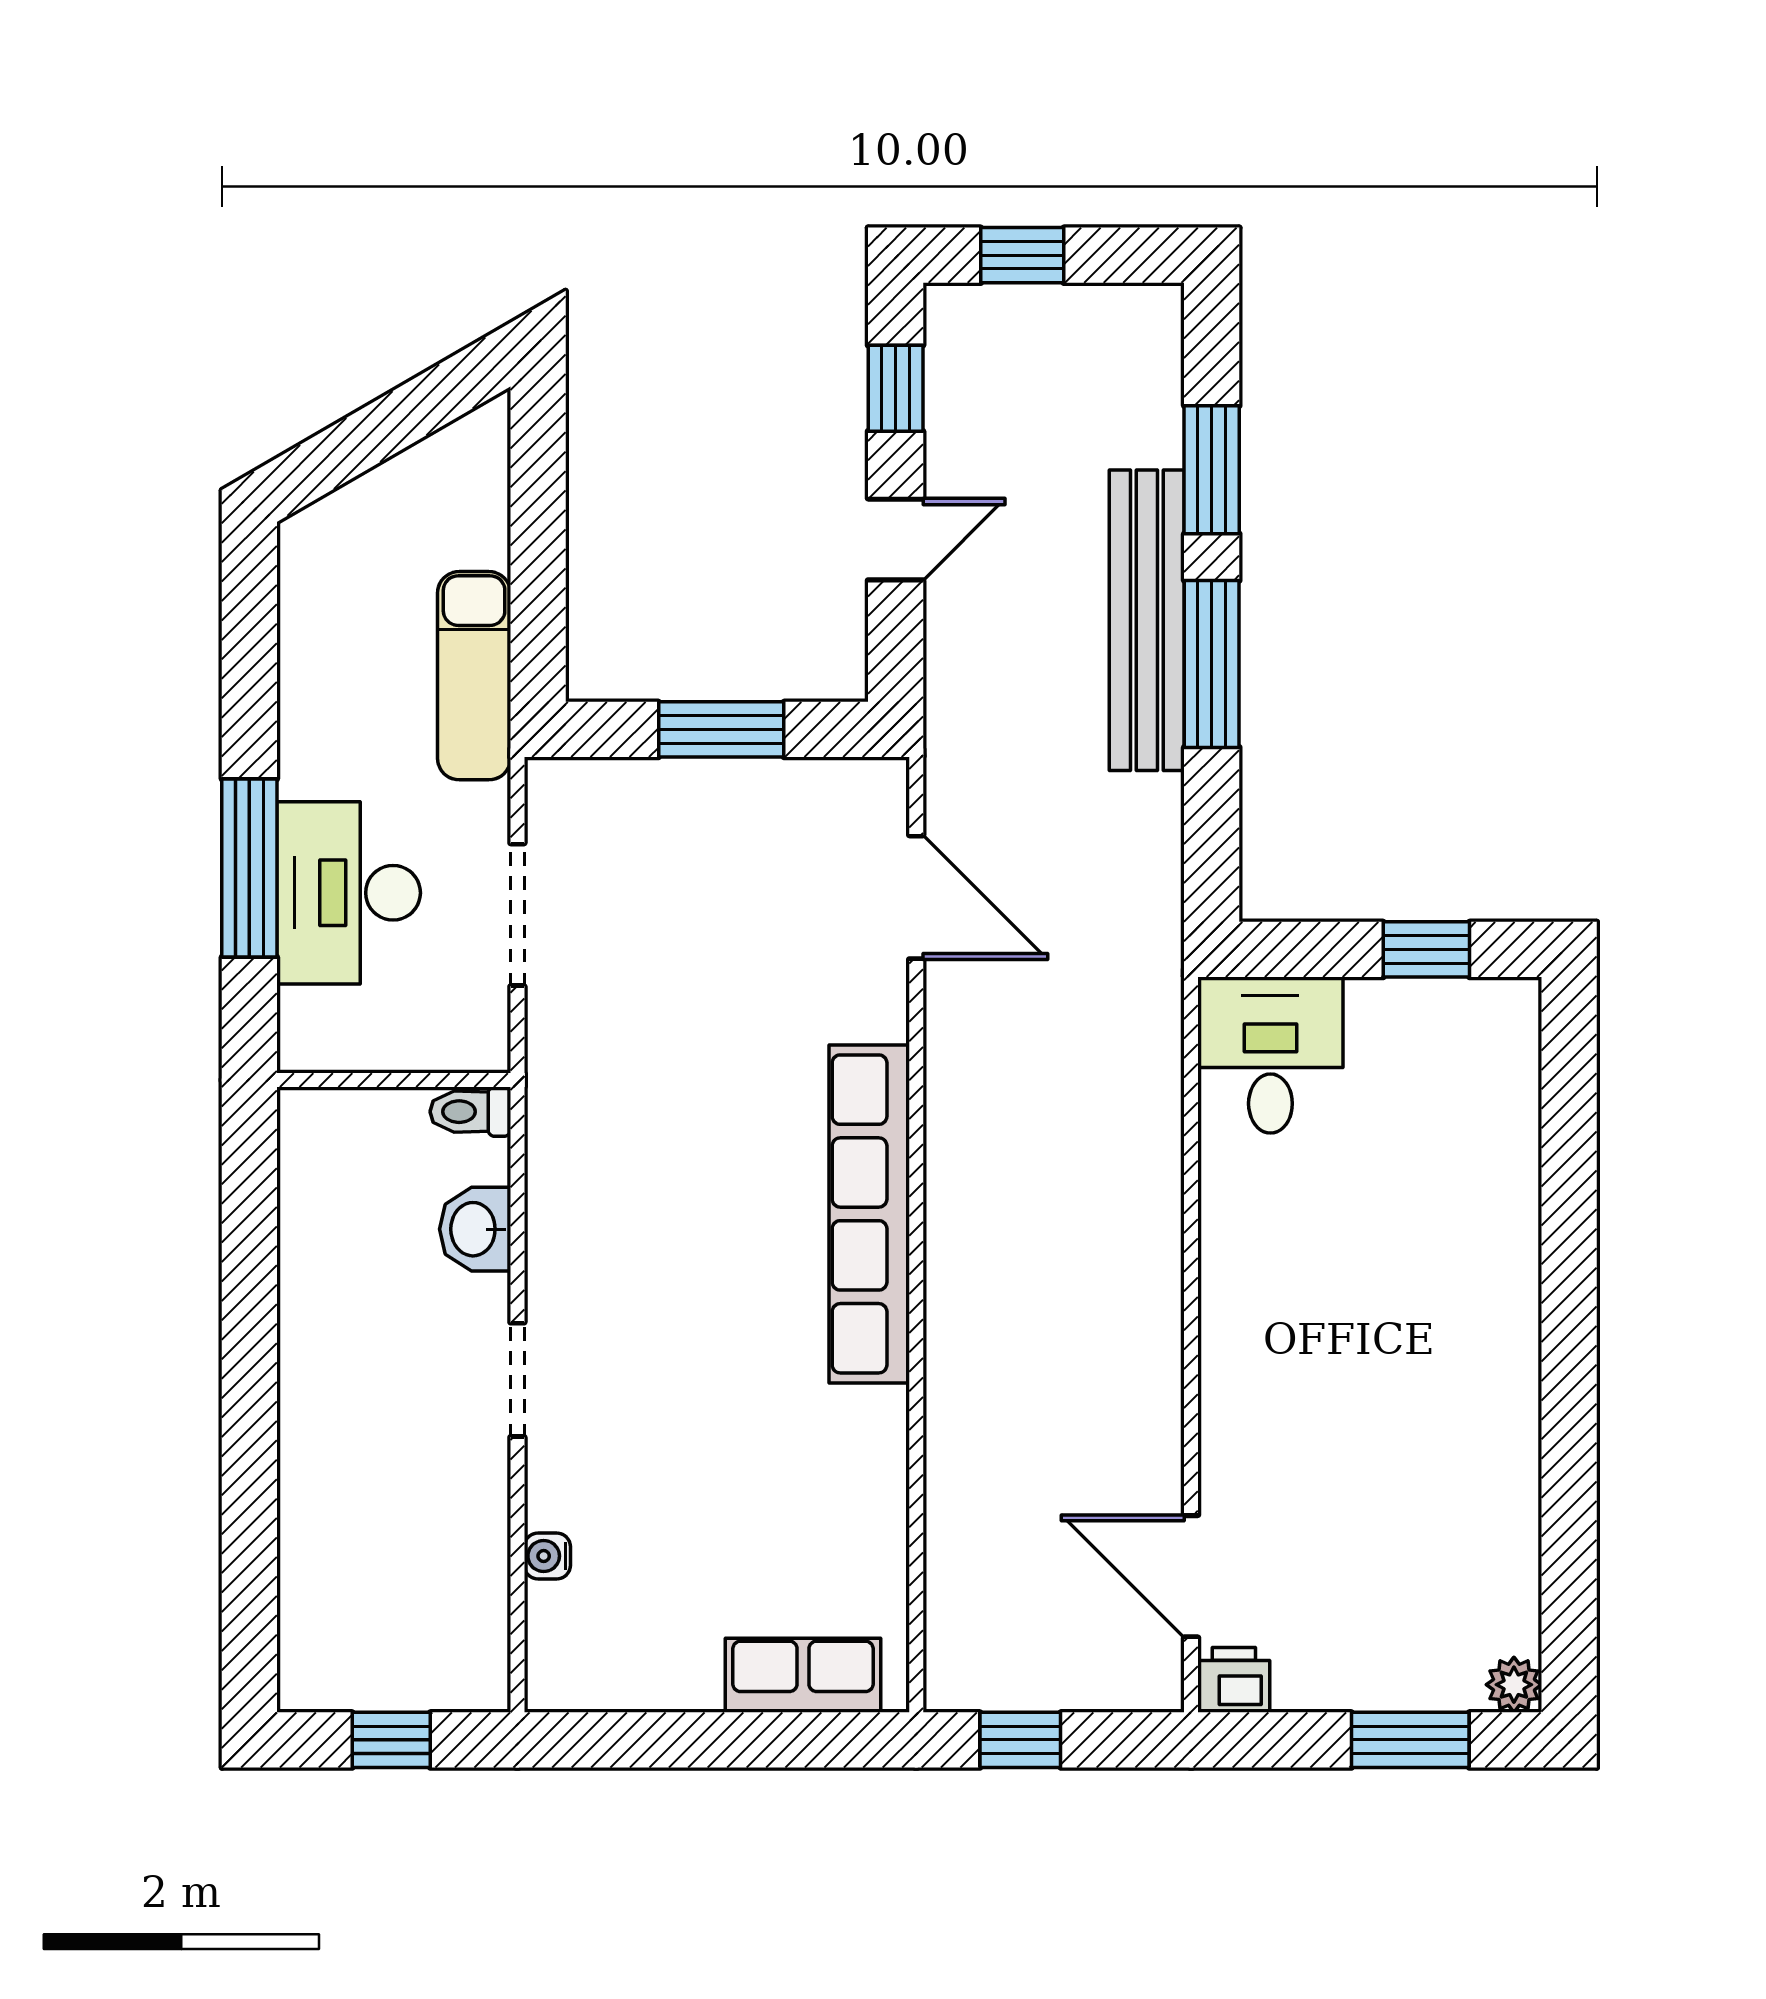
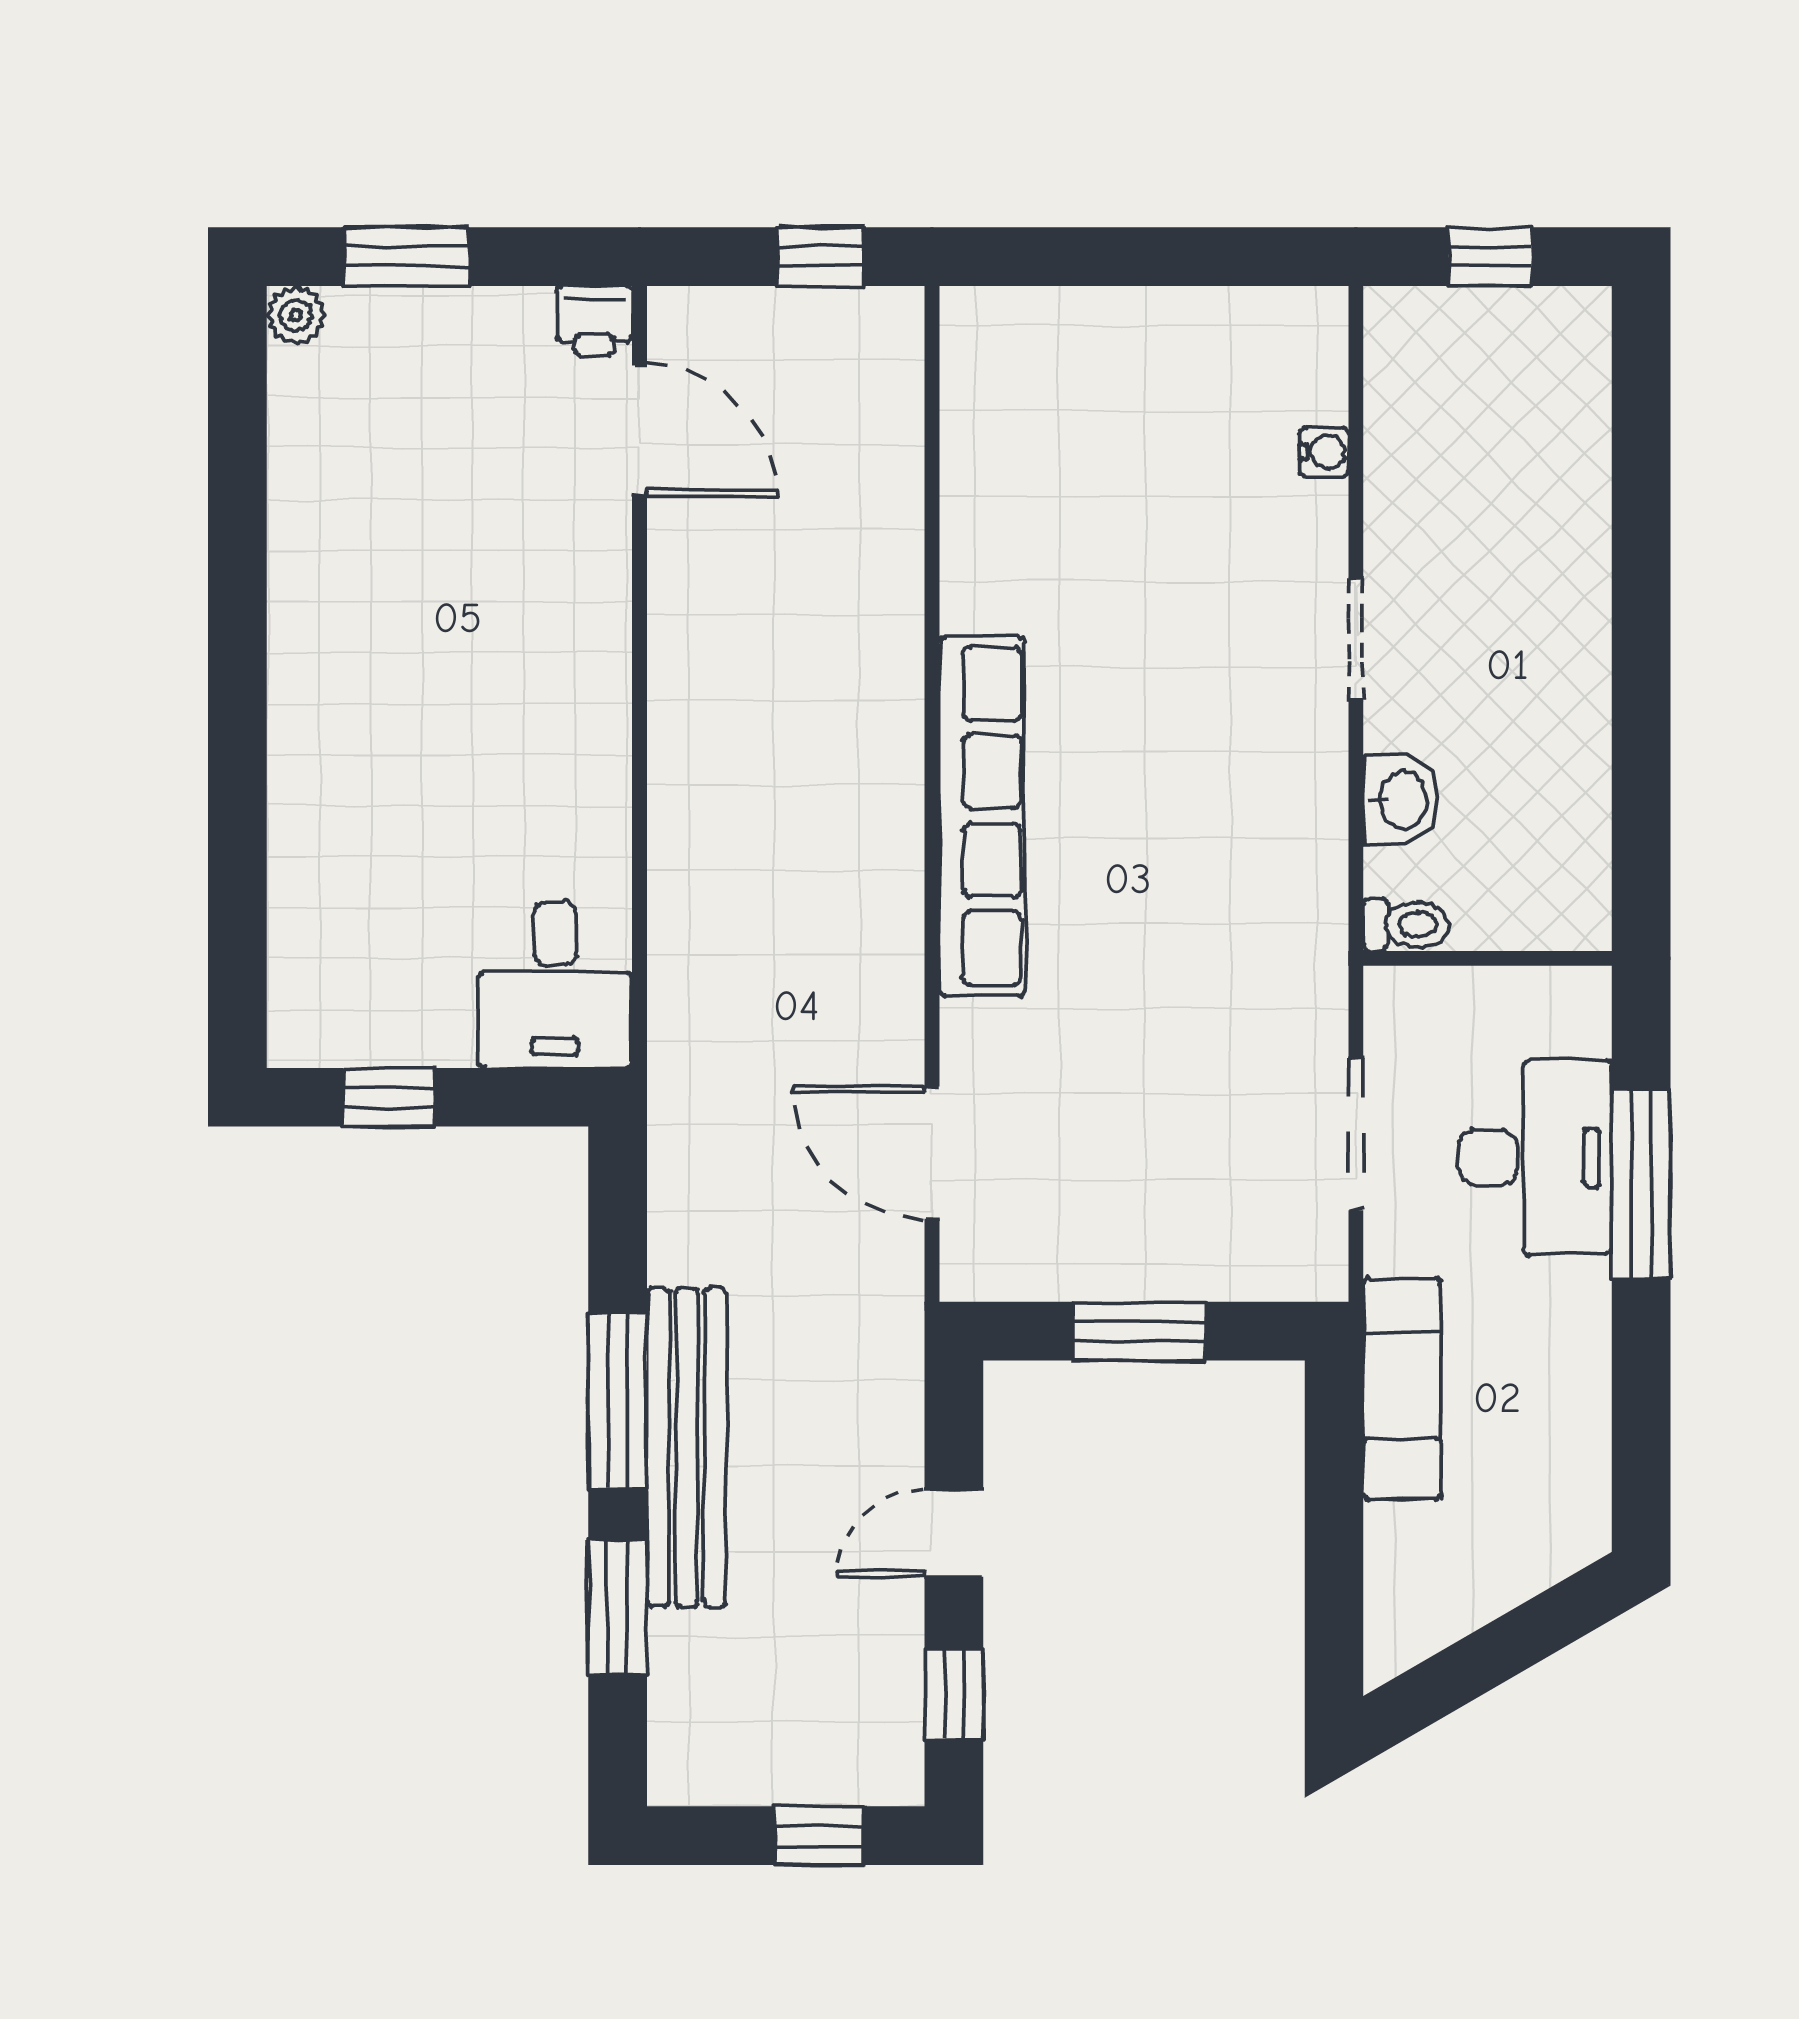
row of seats: (803, 1675) -> (1052, 325), removed

